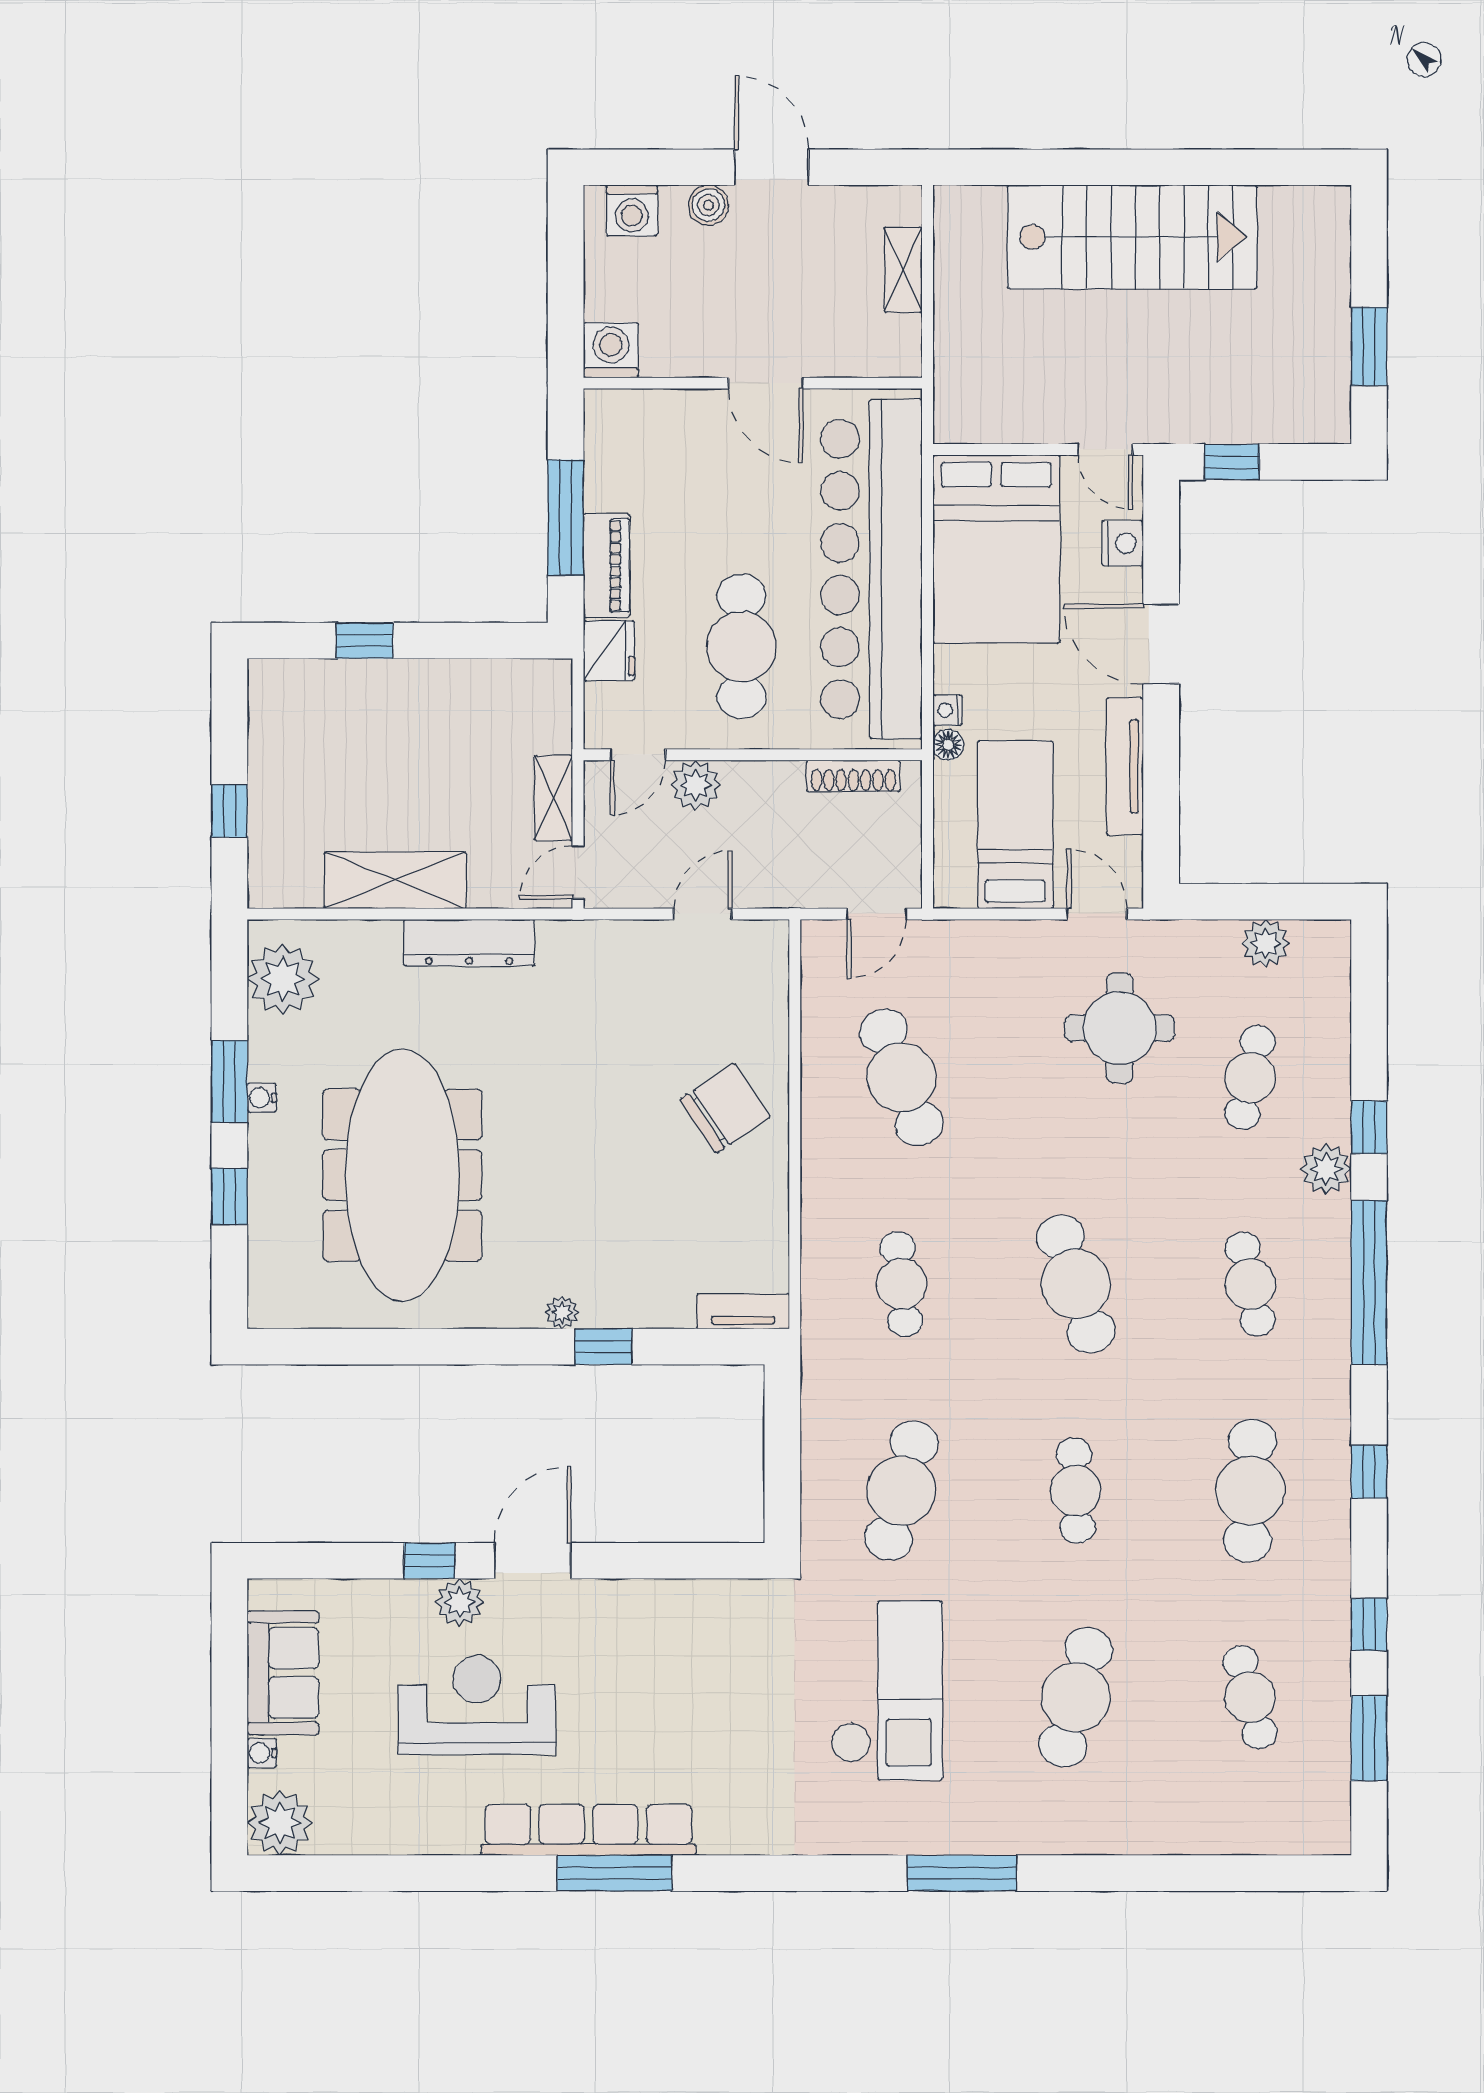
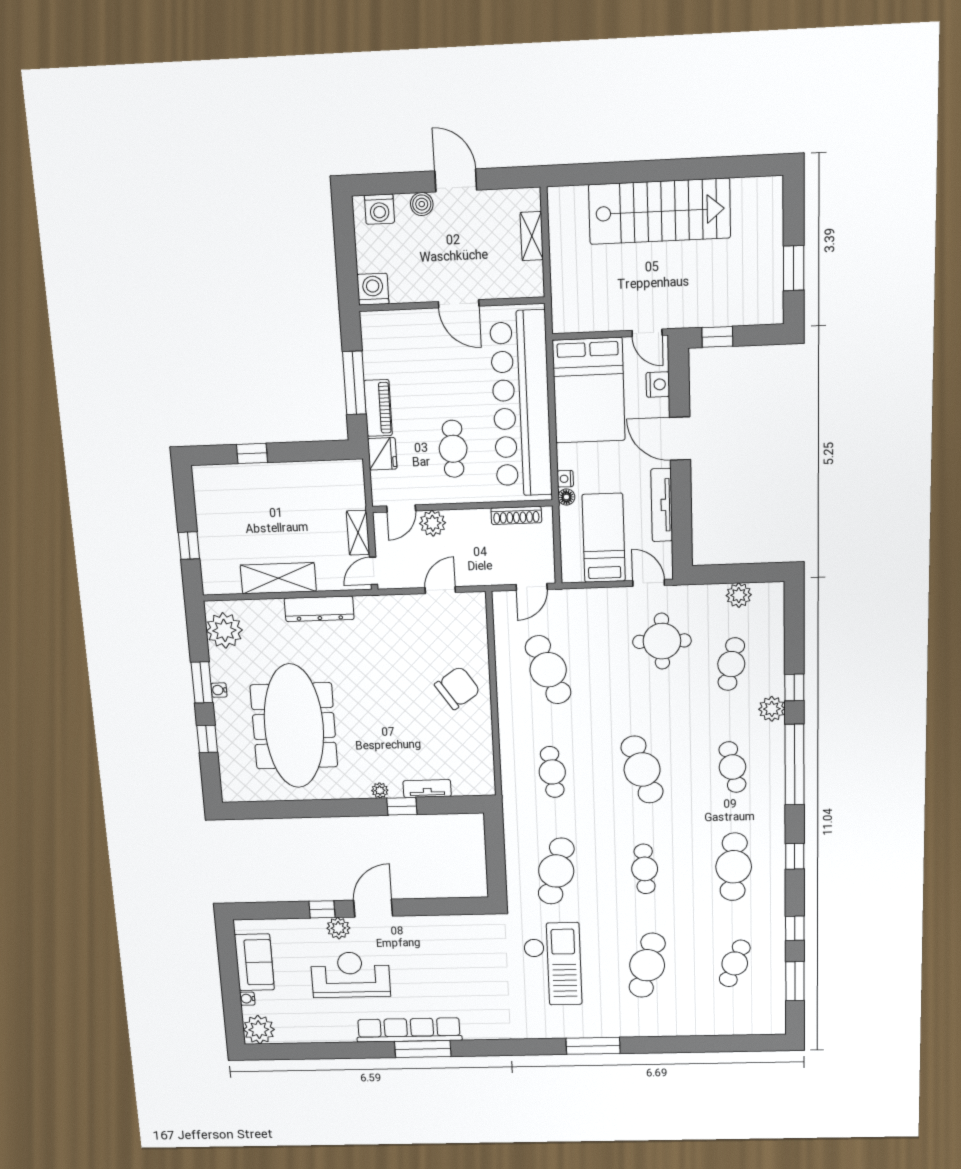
cafe table: (741, 646) -> (453, 449), width x0.73, depth x0.74
tv unit: (743, 1311) -> (427, 789), moved
cafe table: (1250, 1697) -> (735, 963), turned 36

